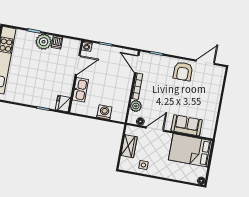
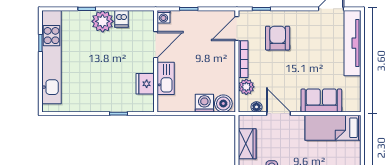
door: (137, 64) -> (237, 28), hinge flipped
armchair: (183, 71) -> (278, 38), moved, turned 180
tv unit: (216, 89) -> (353, 43), added
fridge: (63, 104) -> (145, 84), moved
boiler: (118, 115) -> (223, 104), added
door: (155, 129) -> (278, 114), hinge flipped
bed: (190, 150) -> (333, 128), width x0.67

